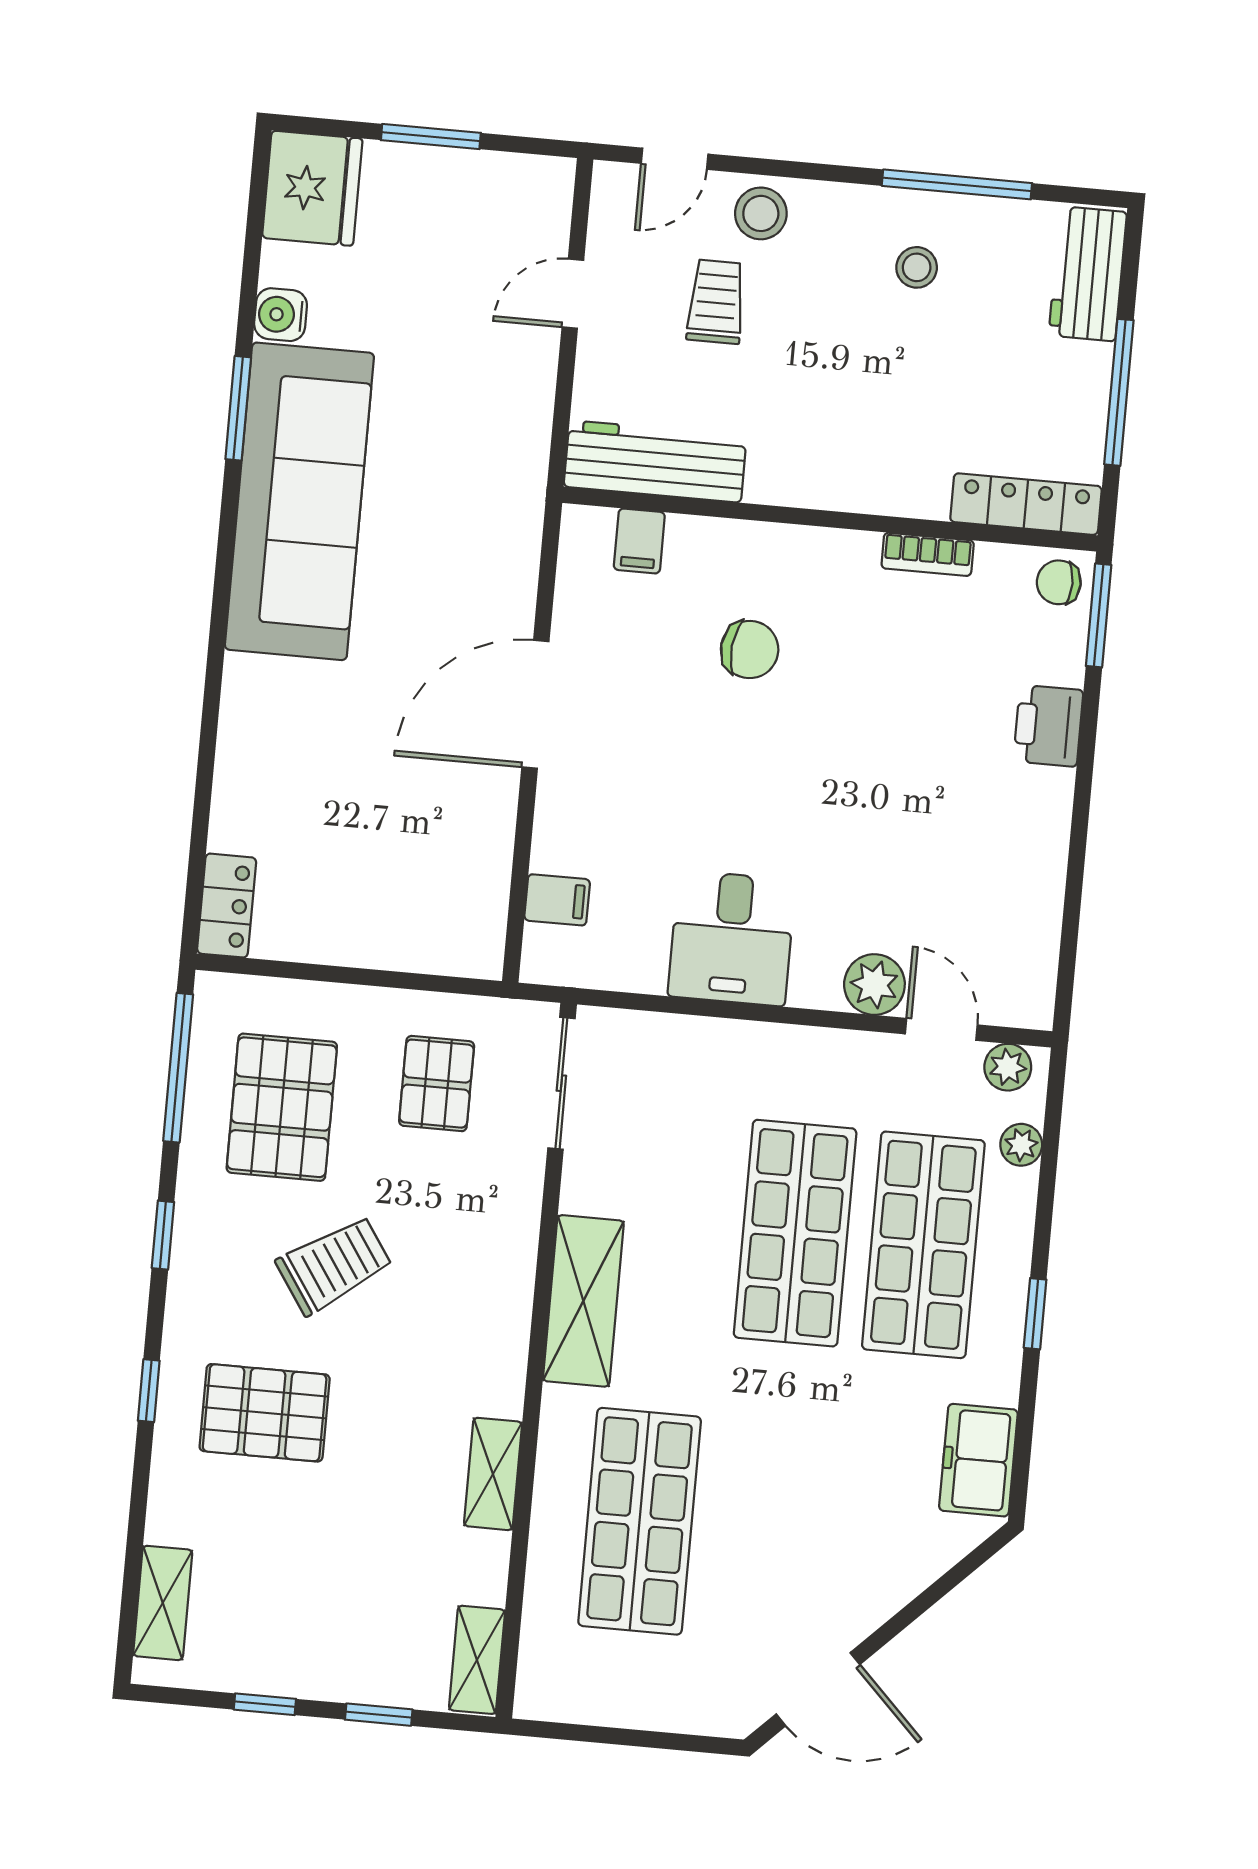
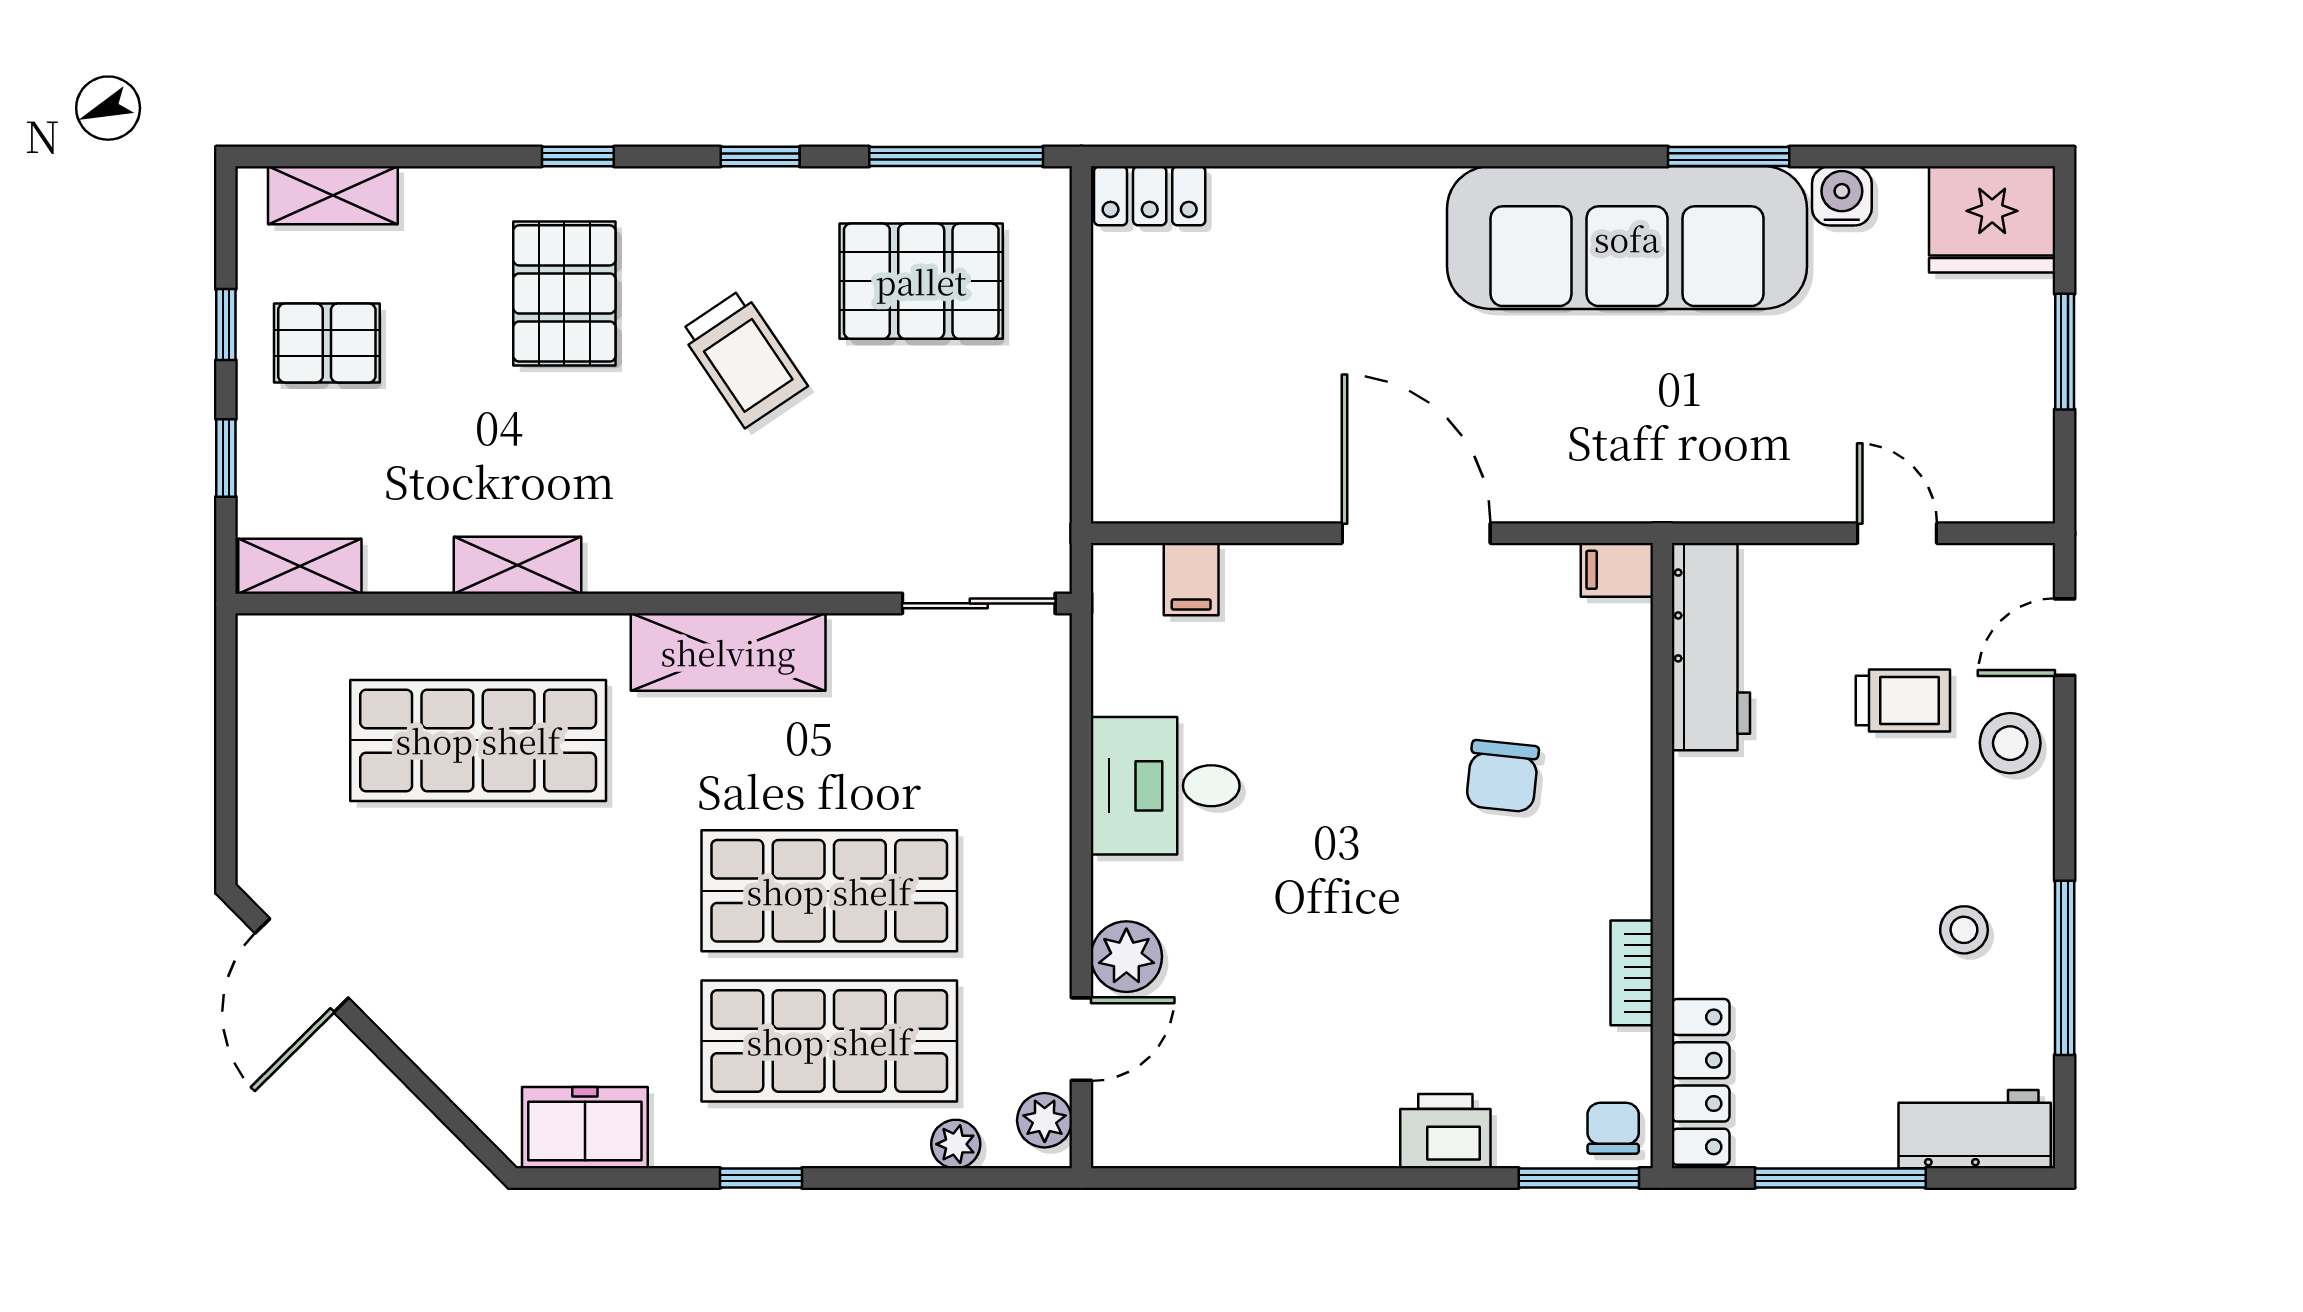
door: (675, 159) -> (2065, 637), hinge flipped
filing cabinet: (639, 541) -> (1617, 570), moved
pallet: (437, 1084) -> (327, 343), moved

